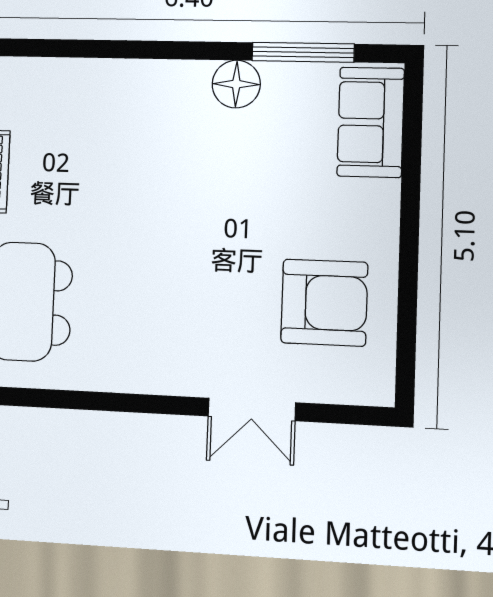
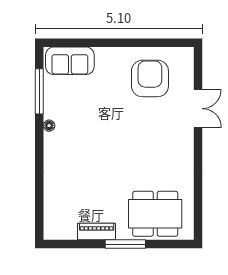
floor lamp: (236, 84) -> (49, 126), width x0.53, depth x0.53

